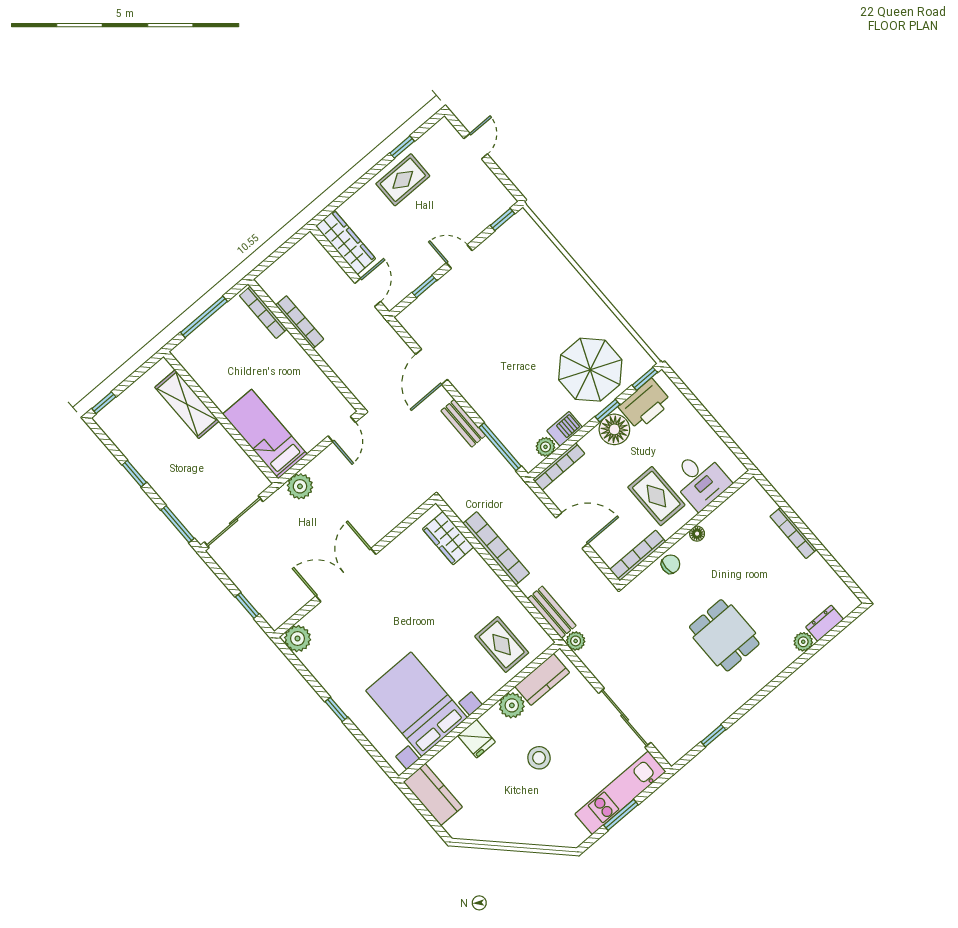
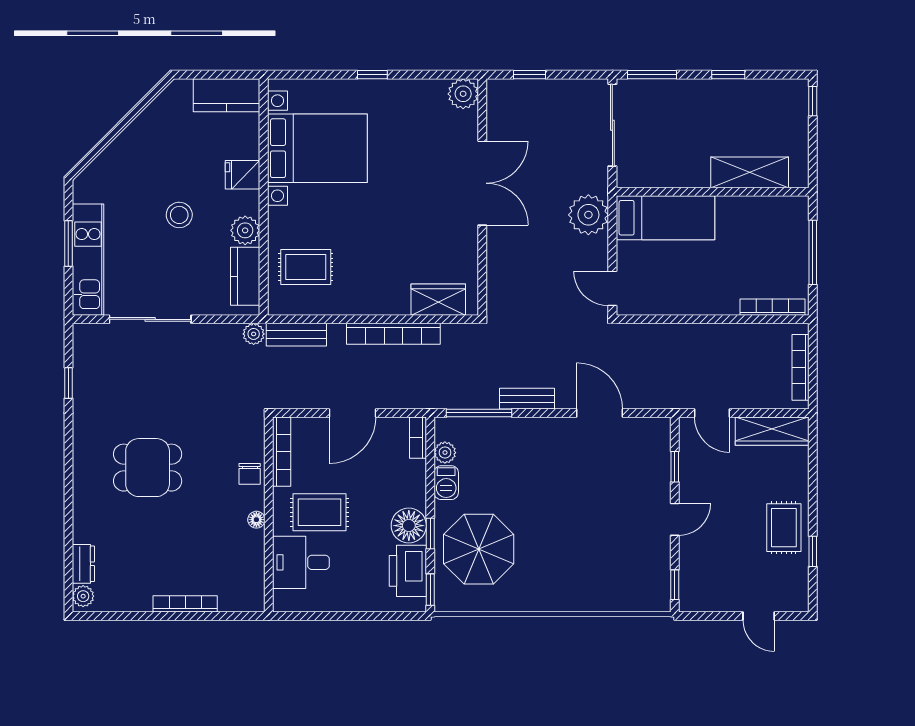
bookcase: (300, 322) -> (800, 367), moved, turned 90
bookcase: (559, 467) -> (418, 438), width x0.64
plant: (300, 486) -> (588, 215), width x1.36, depth x1.36
plant: (803, 642) -> (83, 596), moved

